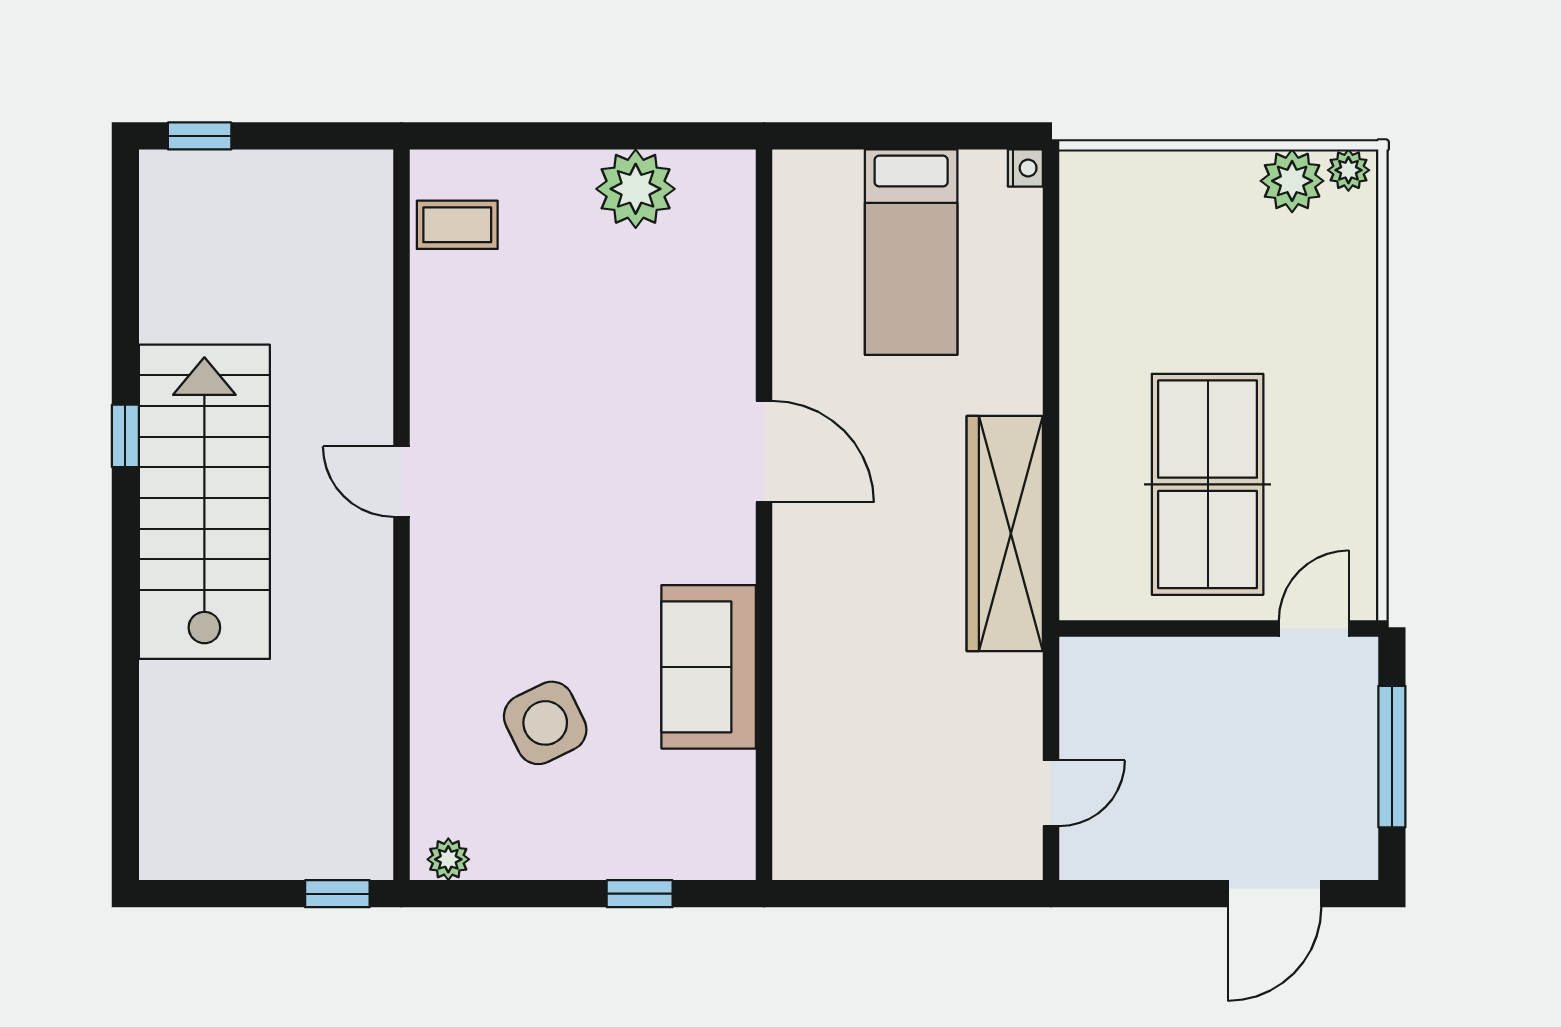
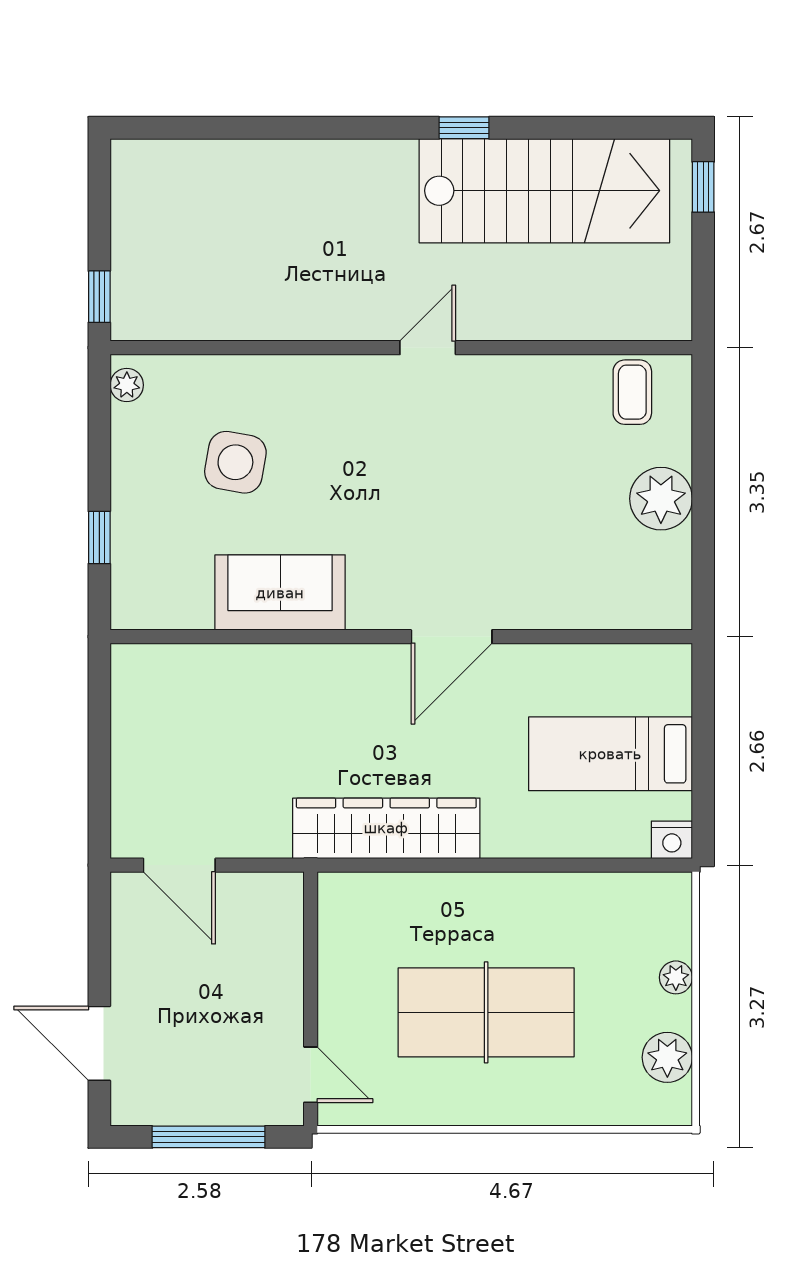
nightstand: (1025, 168) -> (672, 840), width x1.39, depth x1.35
plant: (1348, 170) -> (676, 977), moved
plant: (636, 189) -> (661, 499), moved
table tennis table: (1208, 484) -> (486, 1012), moved
stairs: (204, 502) -> (544, 191), moved
side table: (545, 723) -> (235, 462), turned 36
door: (1051, 793) -> (179, 865), width x1.38

